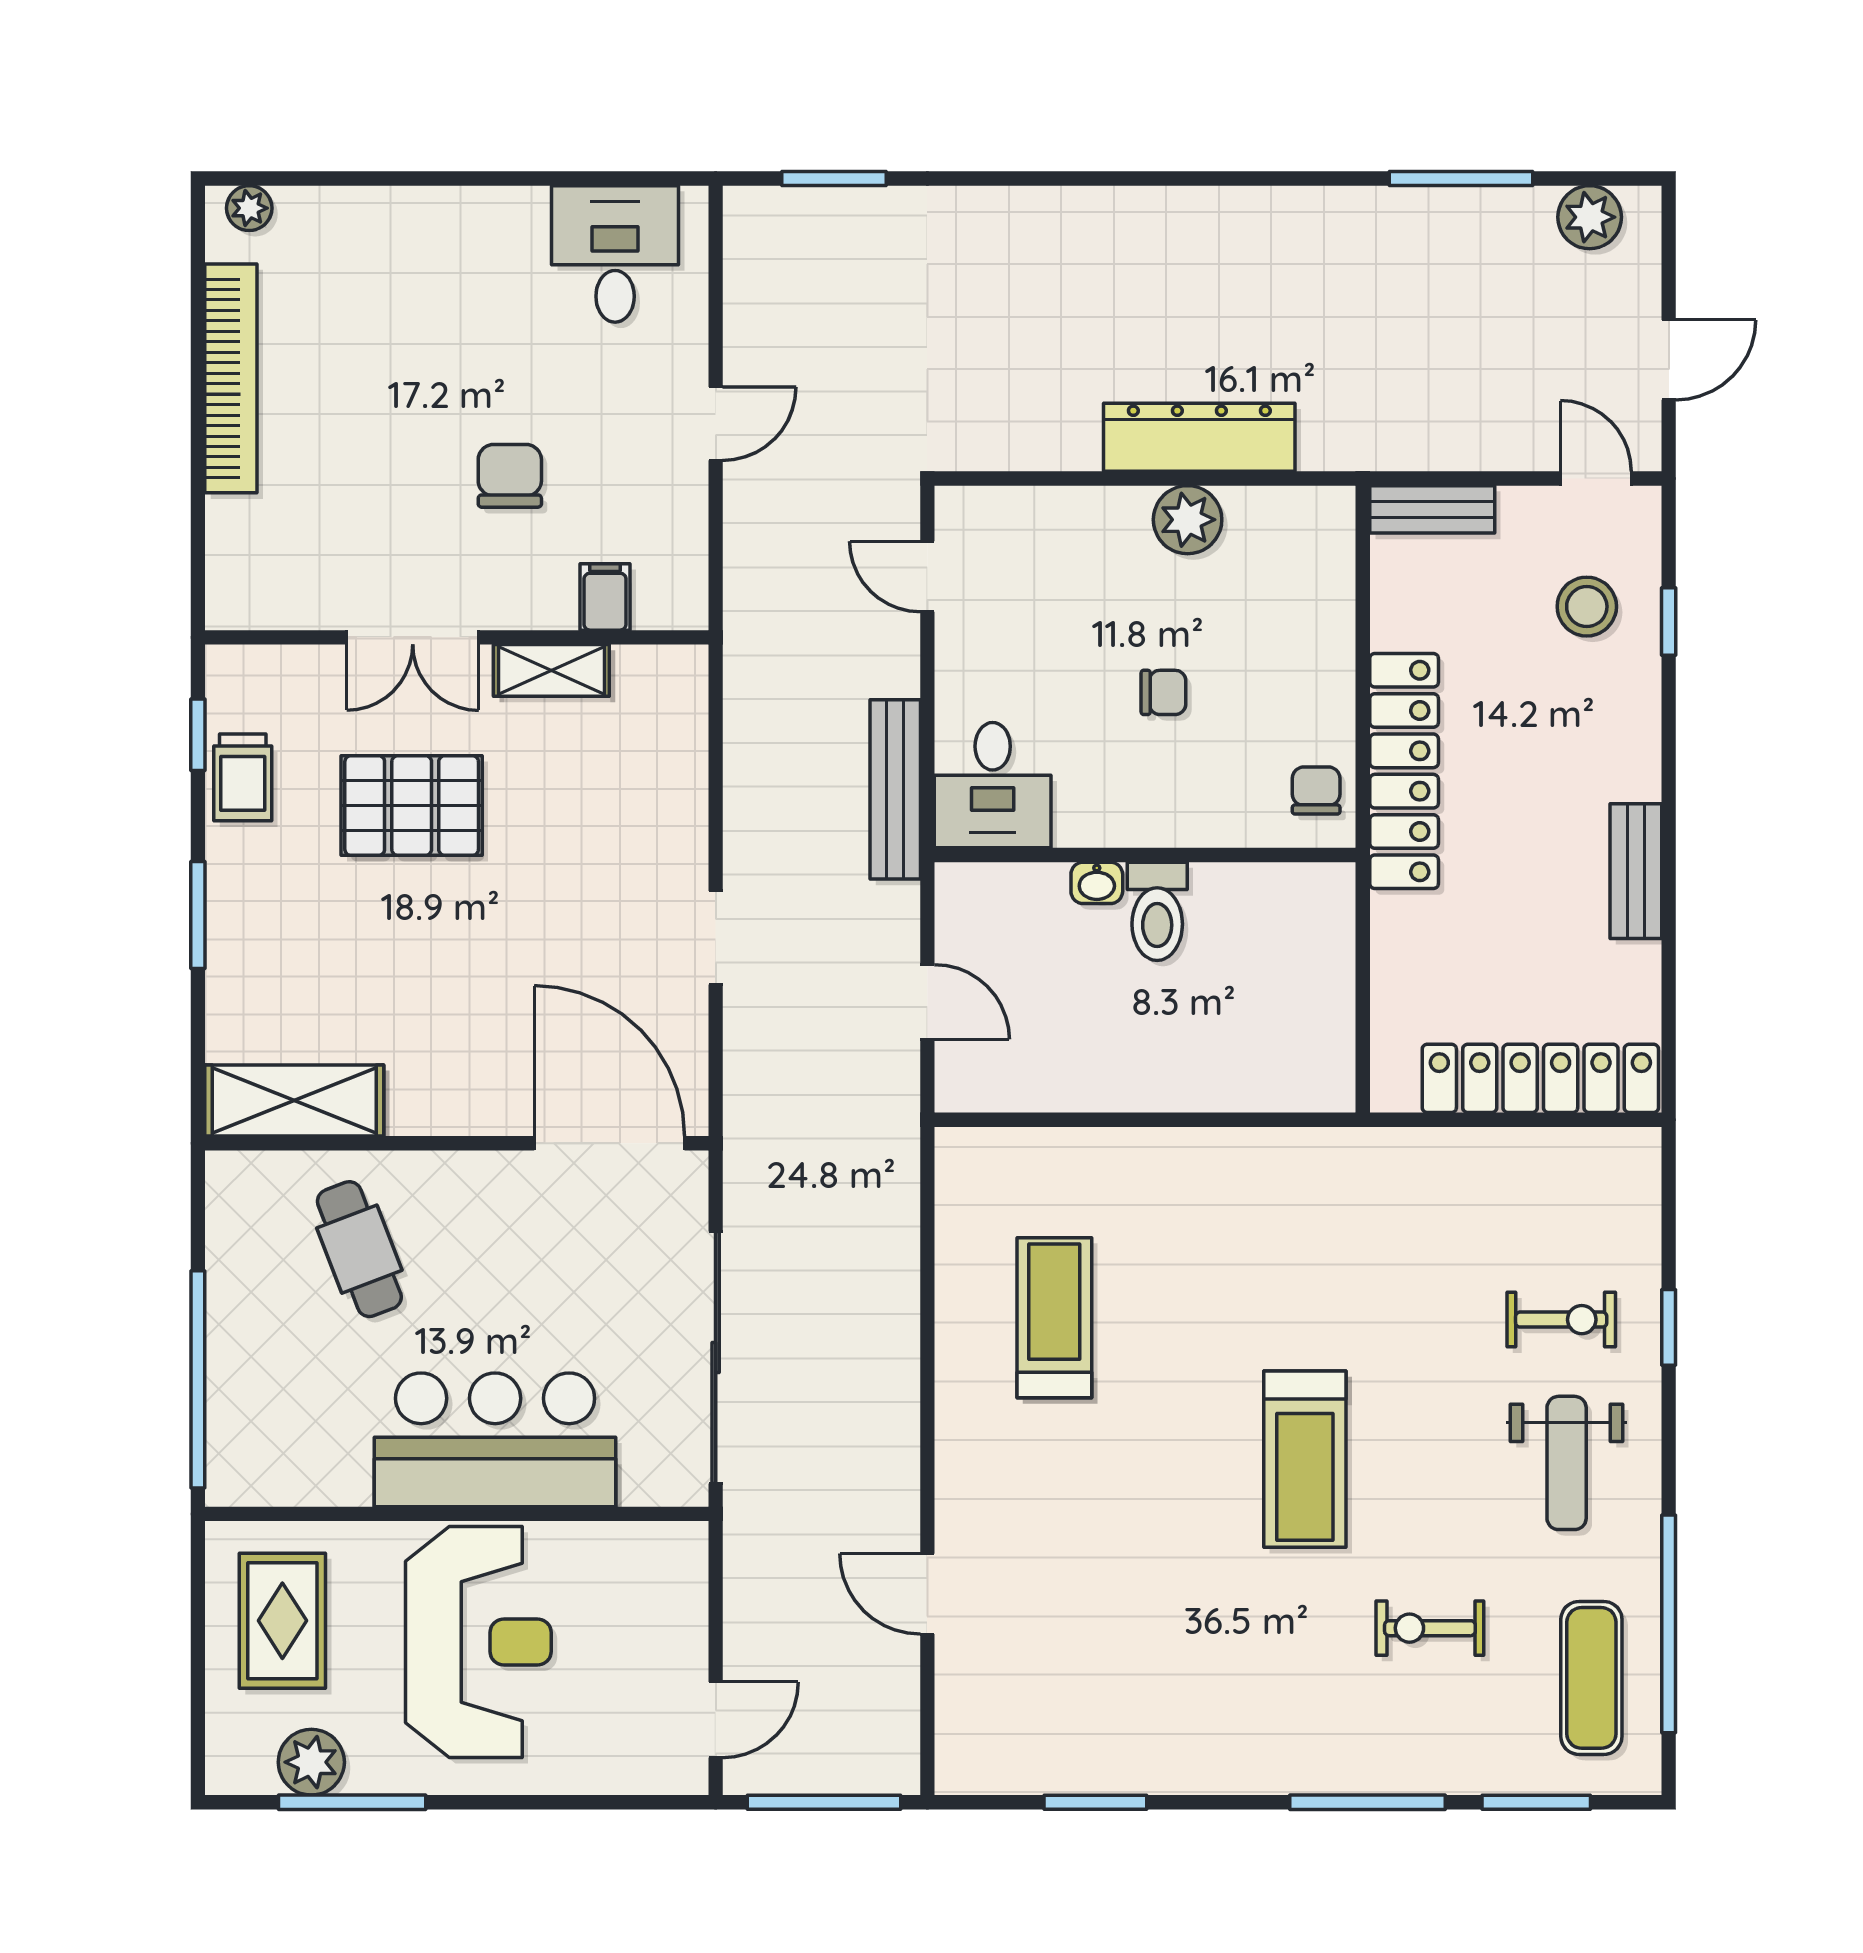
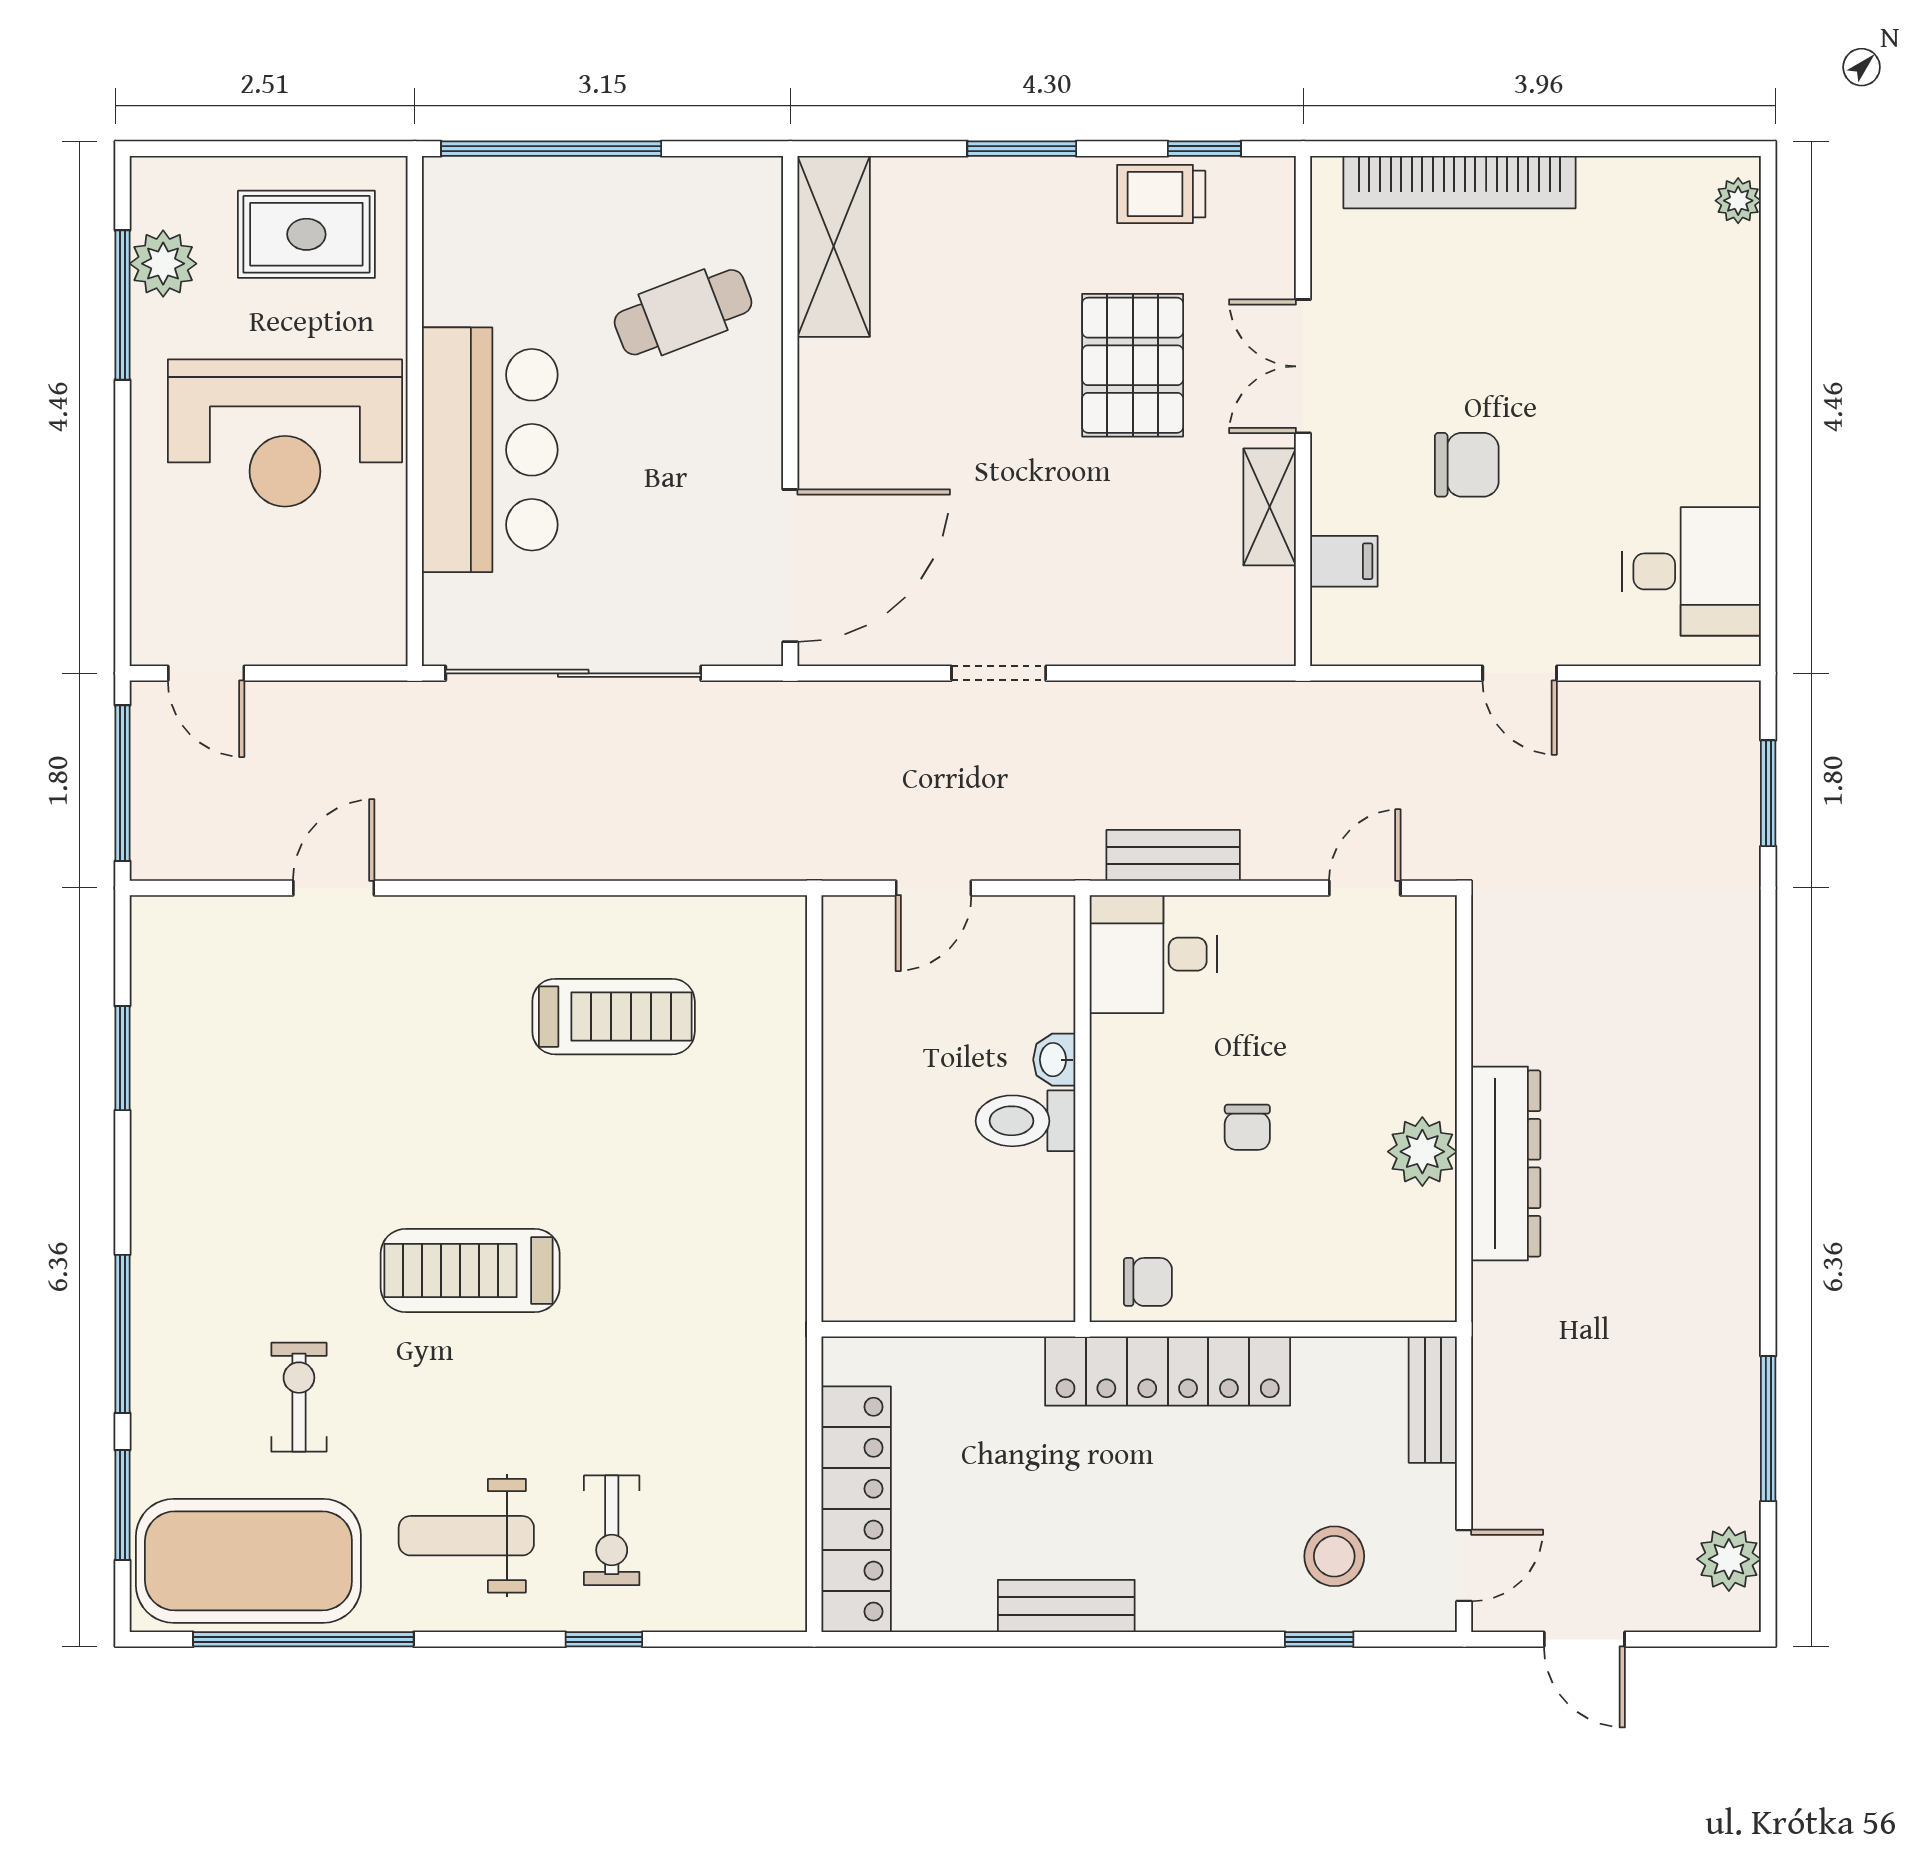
bookcase: (231, 378) -> (1459, 182), moved
bench: (895, 789) -> (1173, 855), width x0.73
exercise mat: (1591, 1678) -> (248, 1561), width x2.00, depth x1.45

